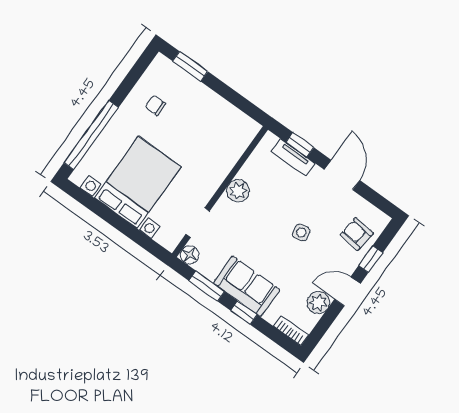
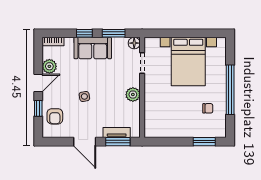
window: (91, 135) -> (230, 90), moved
window: (300, 145) -> (118, 142), width x1.50
armchair: (357, 234) -> (55, 116), turned 83

